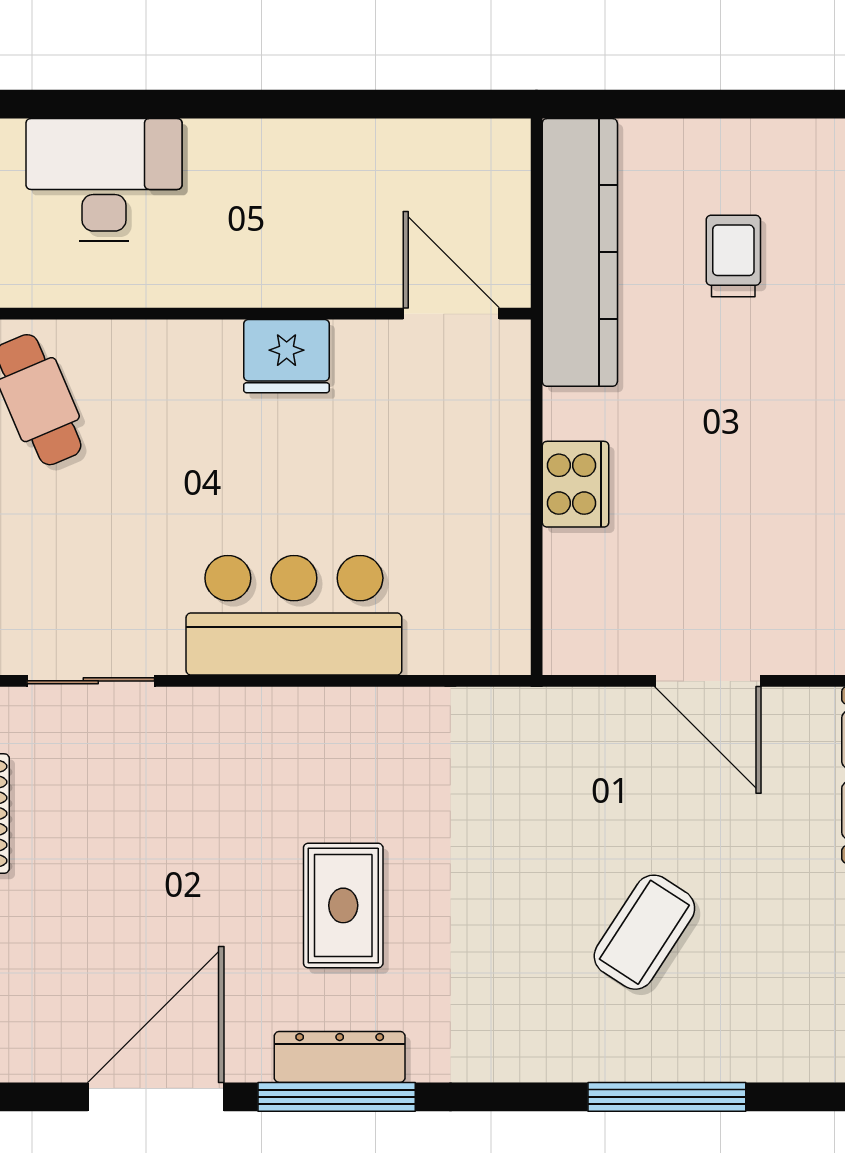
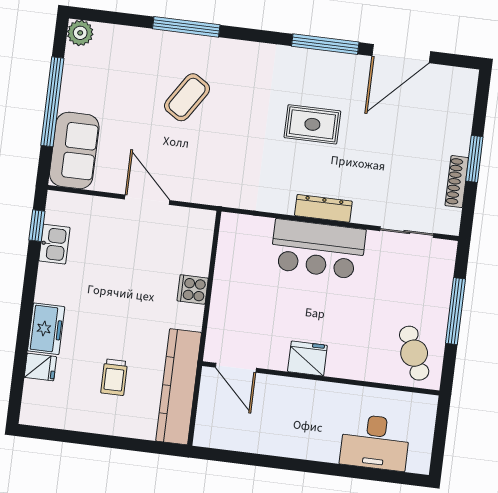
cooker: (575, 484) -> (193, 289), width x0.73
rug: (343, 905) -> (312, 124), turned 90
dresser: (340, 1057) -> (323, 208), moved, turned 180

